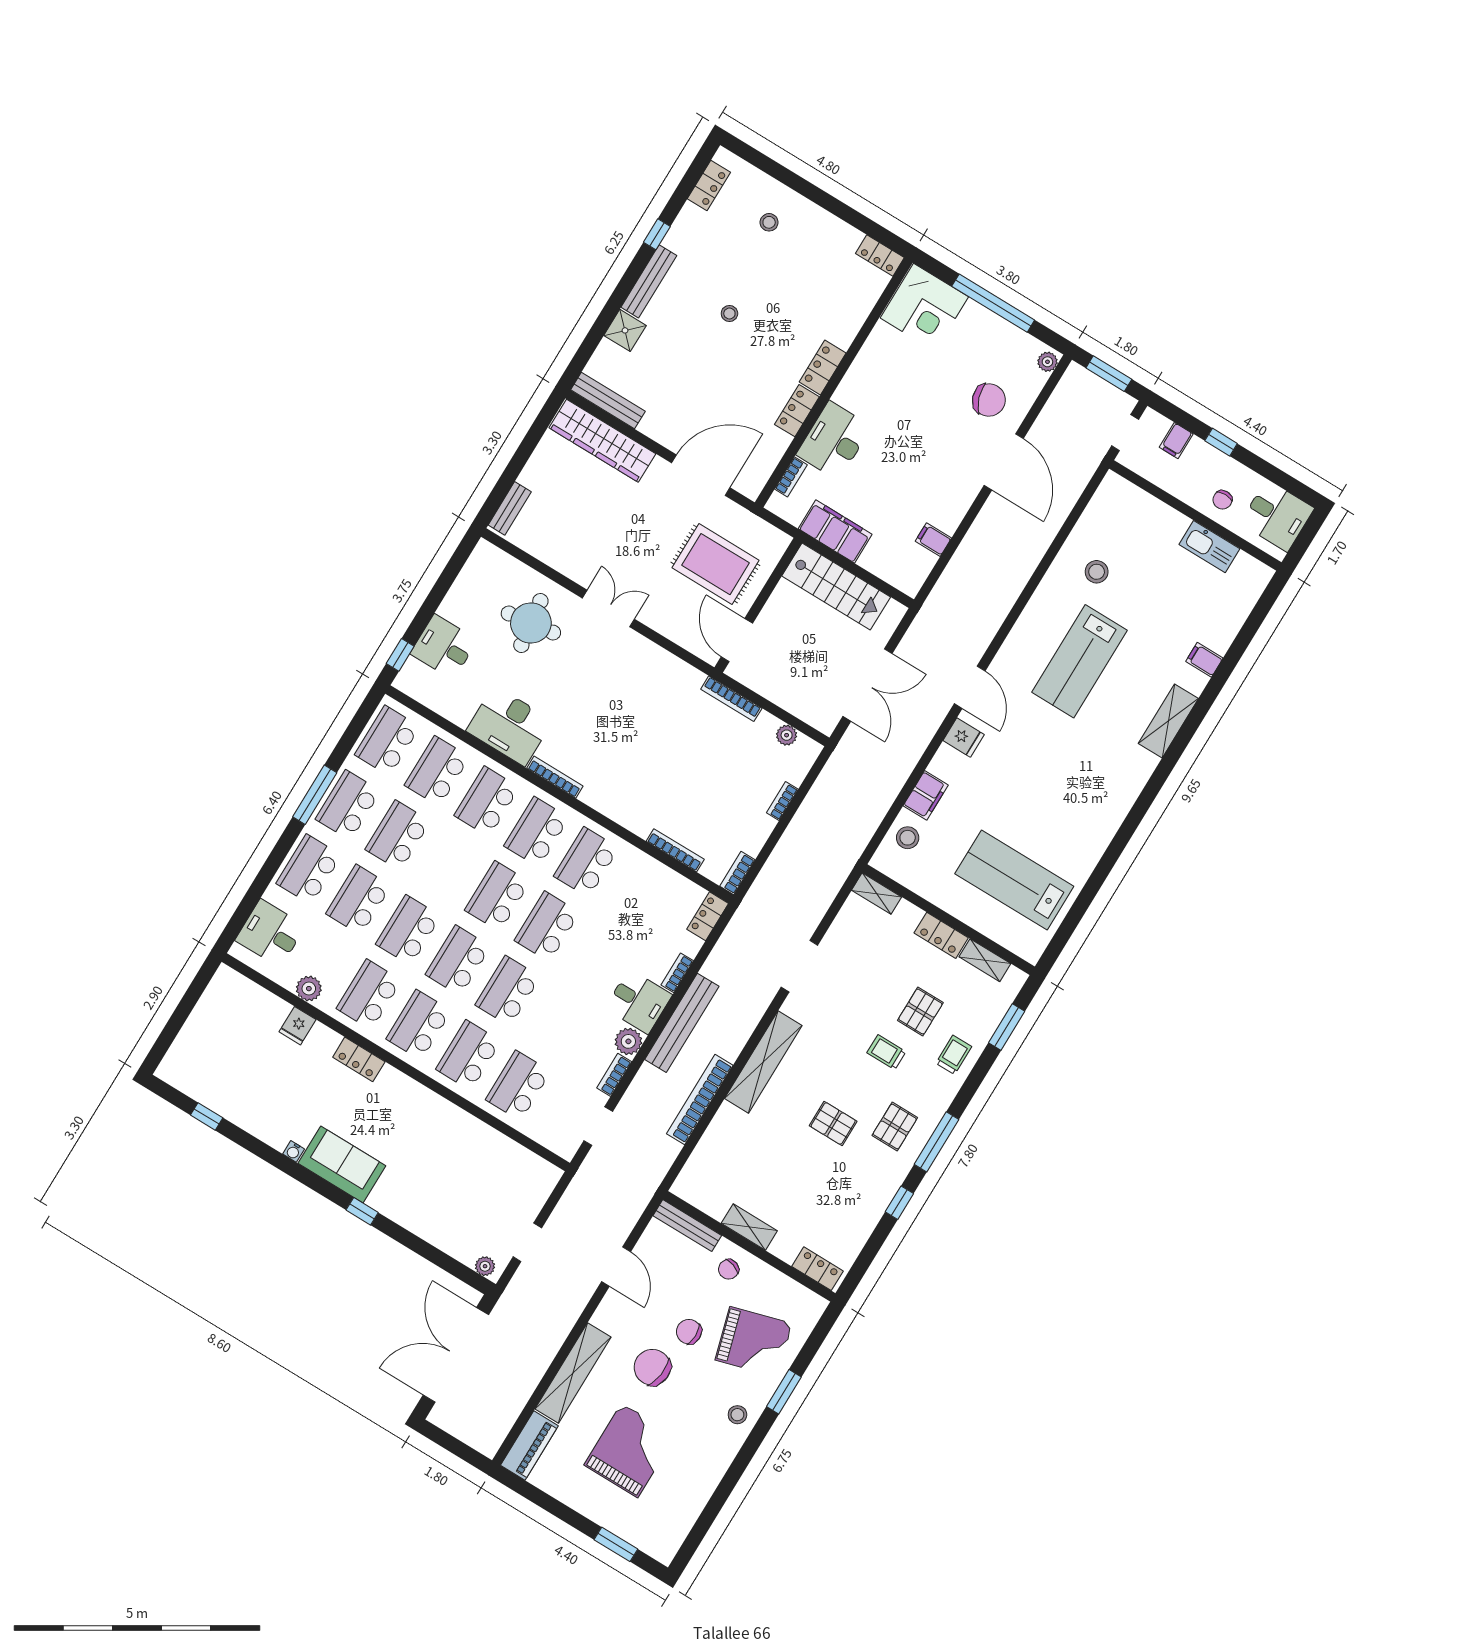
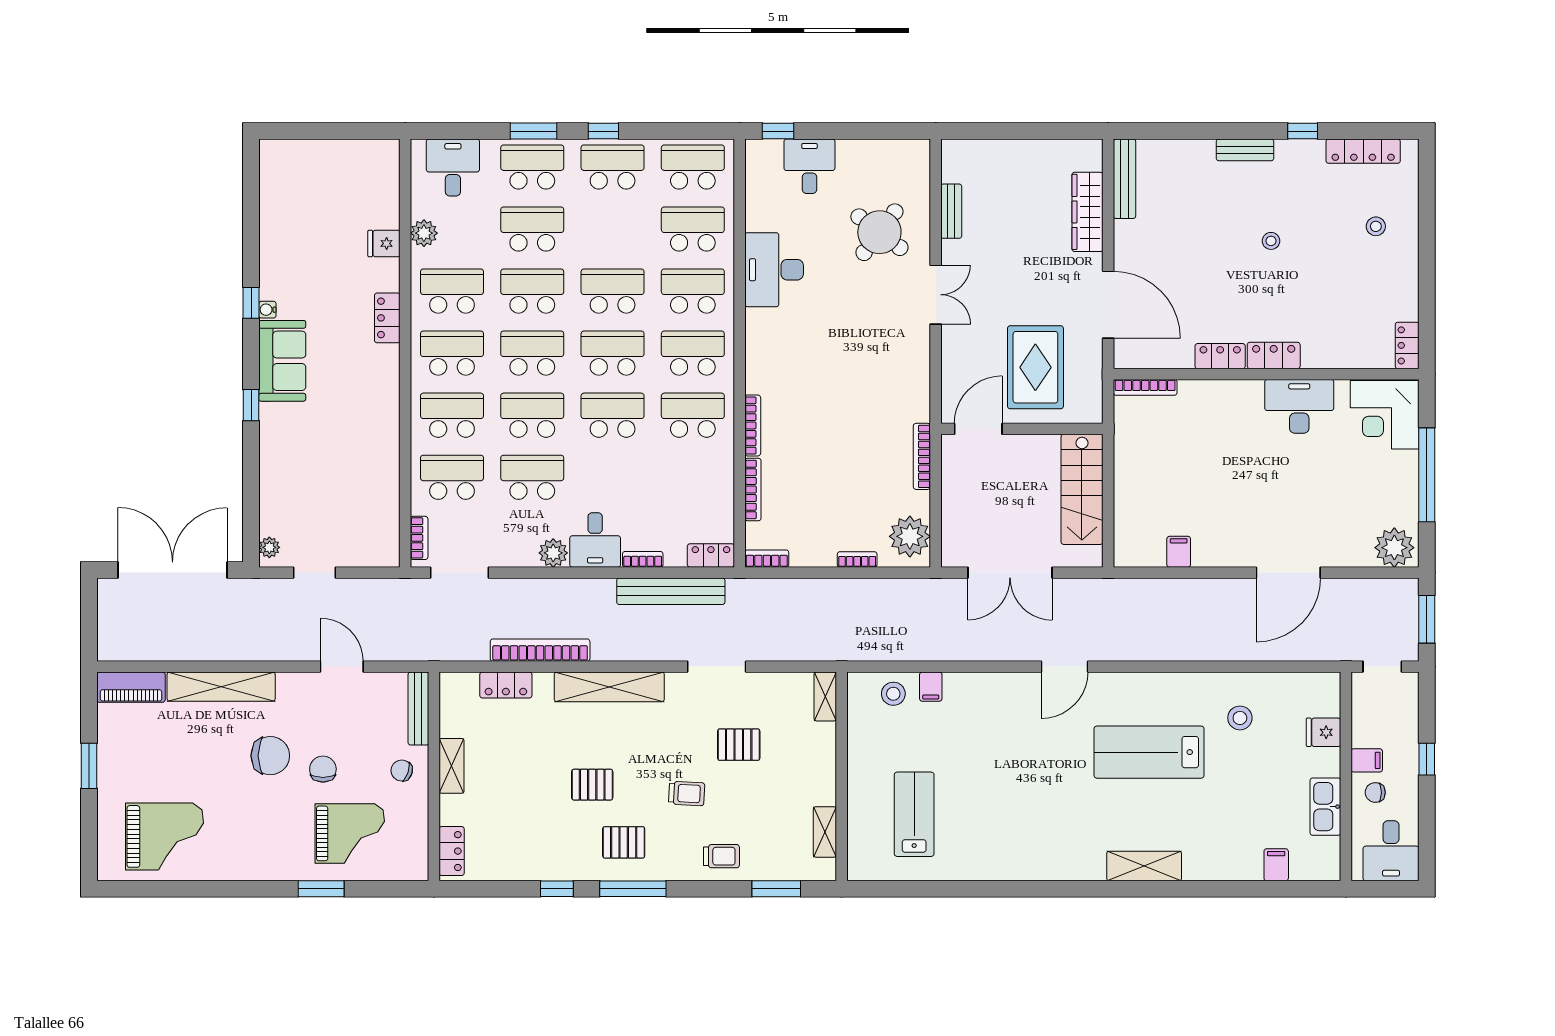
locker: (709, 185) -> (1363, 151), width x1.53
bench: (649, 281) -> (1245, 150), width x0.73
shower: (625, 330) -> (1198, 155), removed
plant: (1047, 362) -> (1394, 548), width x1.88, depth x1.88
chair: (989, 400) -> (1336, 525), removed
wardrobe: (602, 441) -> (1087, 212), width x0.71, depth x0.85
desk: (834, 441) -> (1299, 406), moved
filing cabinet: (1176, 441) -> (1367, 760), moved, turned 180
bookcase: (791, 477) -> (1145, 387), width x1.56
bench: (510, 508) -> (951, 211), moved, turned 90
filing cabinet: (835, 531) -> (1132, 458), removed
round table: (531, 623) -> (879, 232), turned 45
filing cabinet: (1204, 660) -> (1276, 865), moved
plant: (787, 735) -> (910, 536), width x1.88, depth x1.88
fridge: (964, 738) -> (1323, 732), moved, turned 90
bookcase: (555, 777) -> (753, 425), moved
window: (315, 795) -> (603, 131), width x0.46
filing cabinet: (926, 795) -> (931, 687), width x0.50
school desk: (398, 835) -> (613, 291), moved
window: (281, 851) -> (533, 131), added
lab bench: (1014, 880) -> (914, 814), width x0.73, depth x0.72
locker: (941, 935) -> (506, 685), moved, turned -90
pallet: (920, 1012) -> (739, 745), moved
school desk: (557, 1021) -> (532, 477), added
bench: (682, 1023) -> (671, 591), moved
trolley: (886, 1052) -> (687, 793), turned 93
bookcase: (614, 1075) -> (419, 538), moved, turned 90
window: (207, 1116) -> (251, 303), moved
pallet: (833, 1123) -> (592, 785), turned 90
doorway: (598, 1126) -> (459, 573), width x1.38
door: (616, 1267) -> (342, 667), swing flipped
grand piano: (754, 1342) -> (350, 833), turned -74
chair: (652, 1367) -> (270, 756), turned 83
stool: (737, 1415) -> (274, 859), removed
grand piano: (630, 1450) -> (165, 836), moved
window: (616, 1544) -> (89, 766), moved

